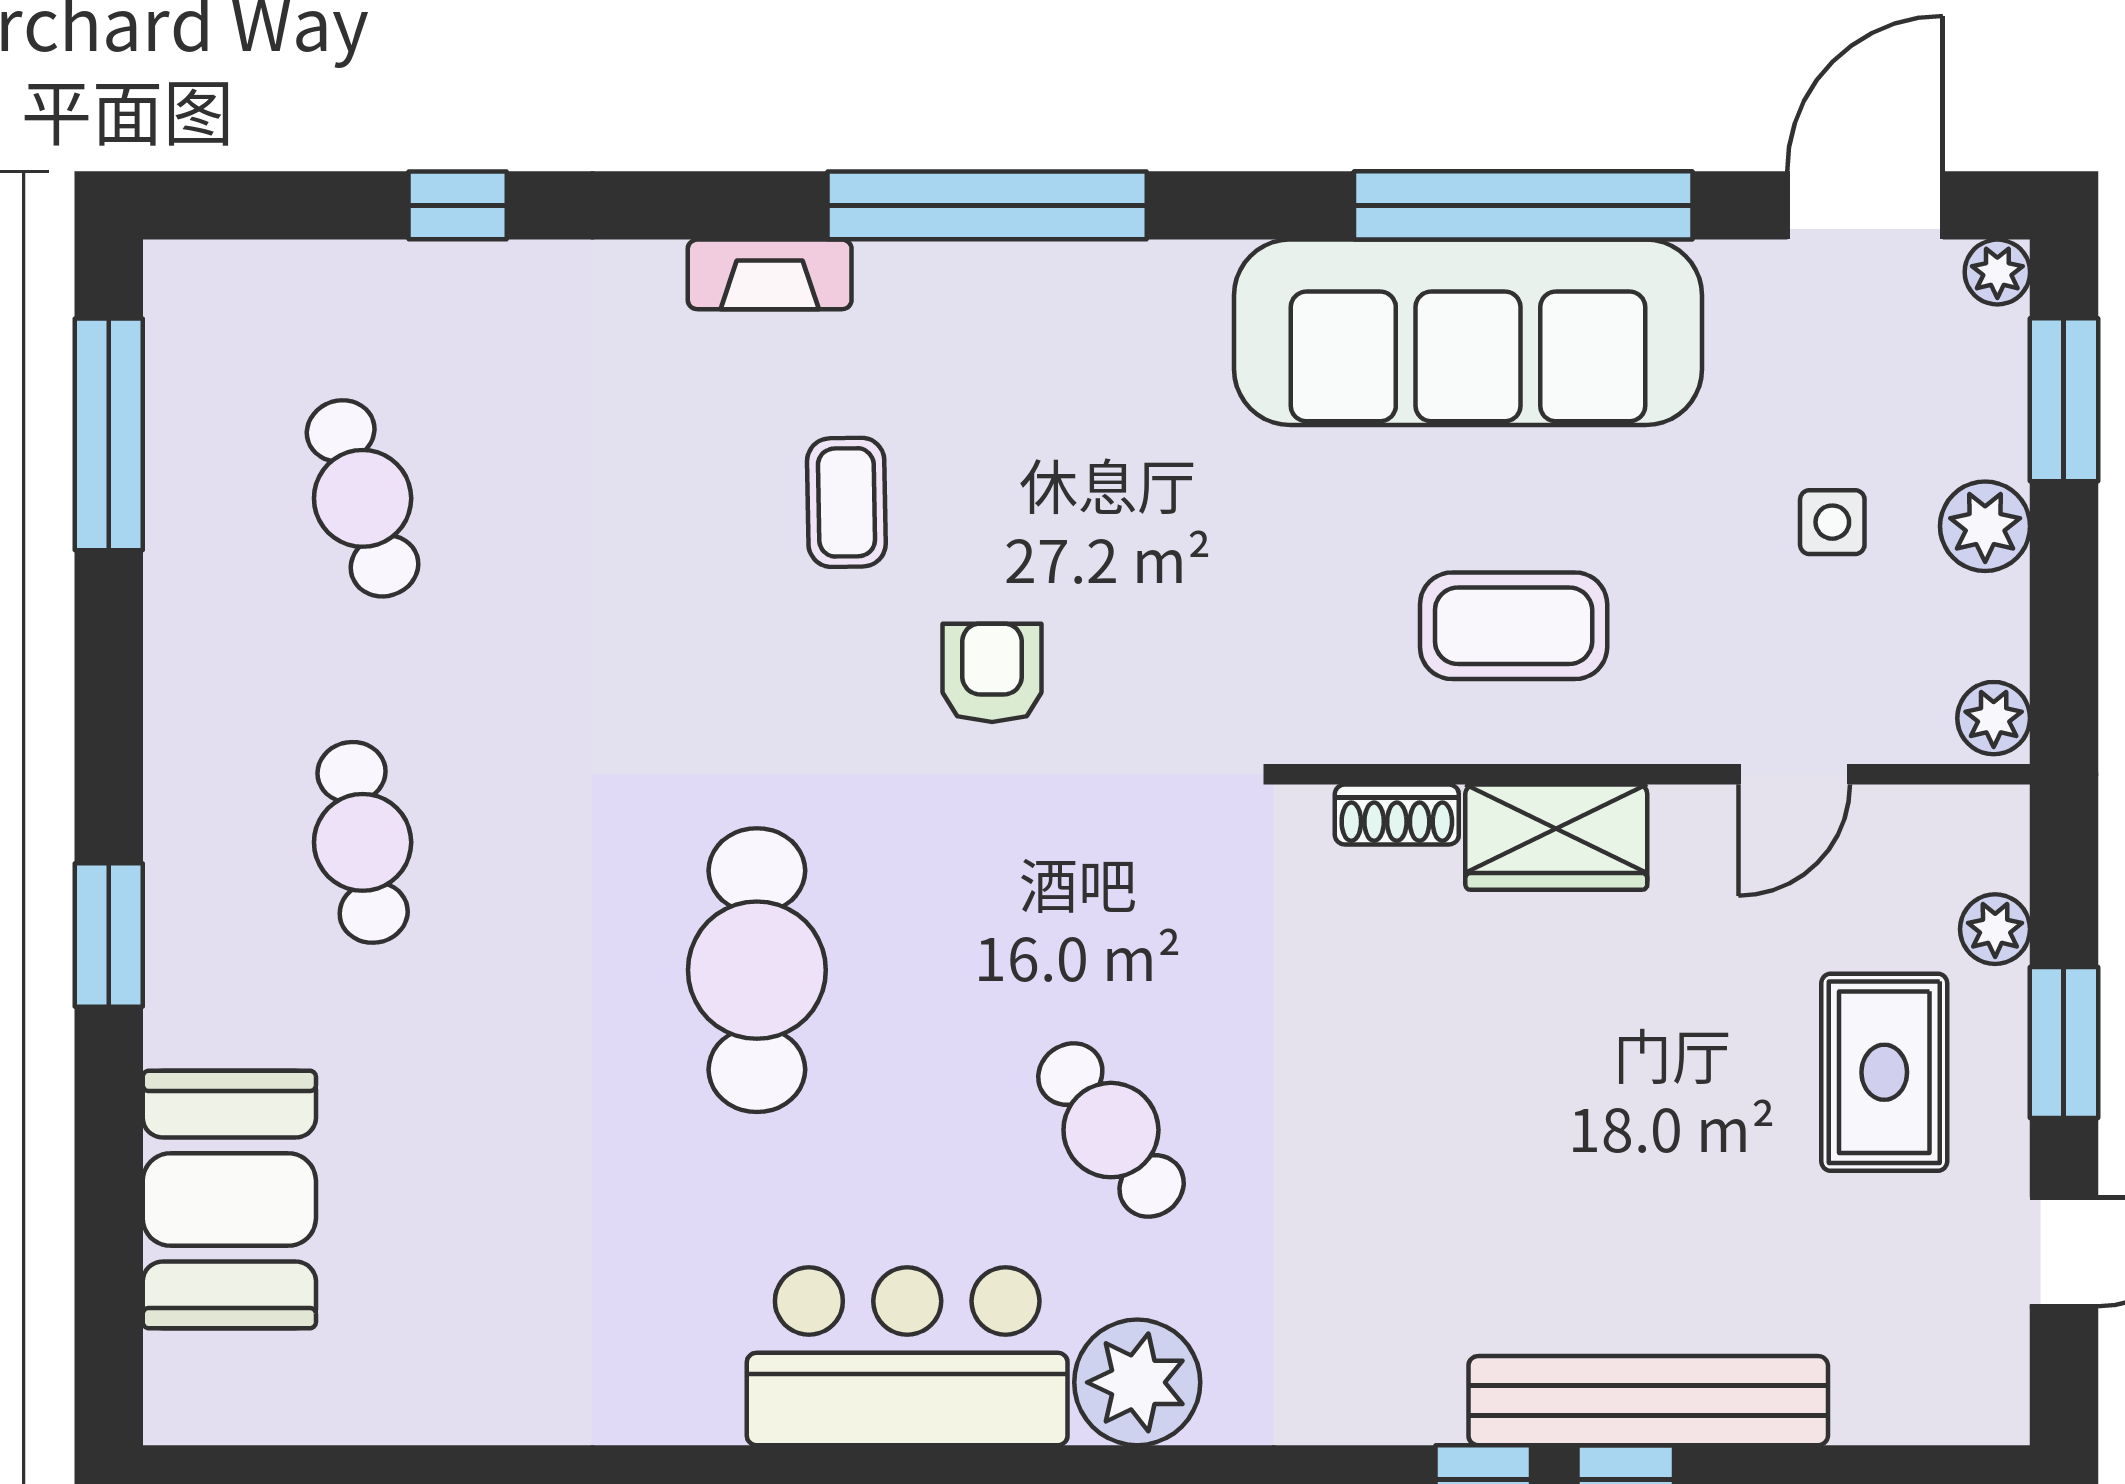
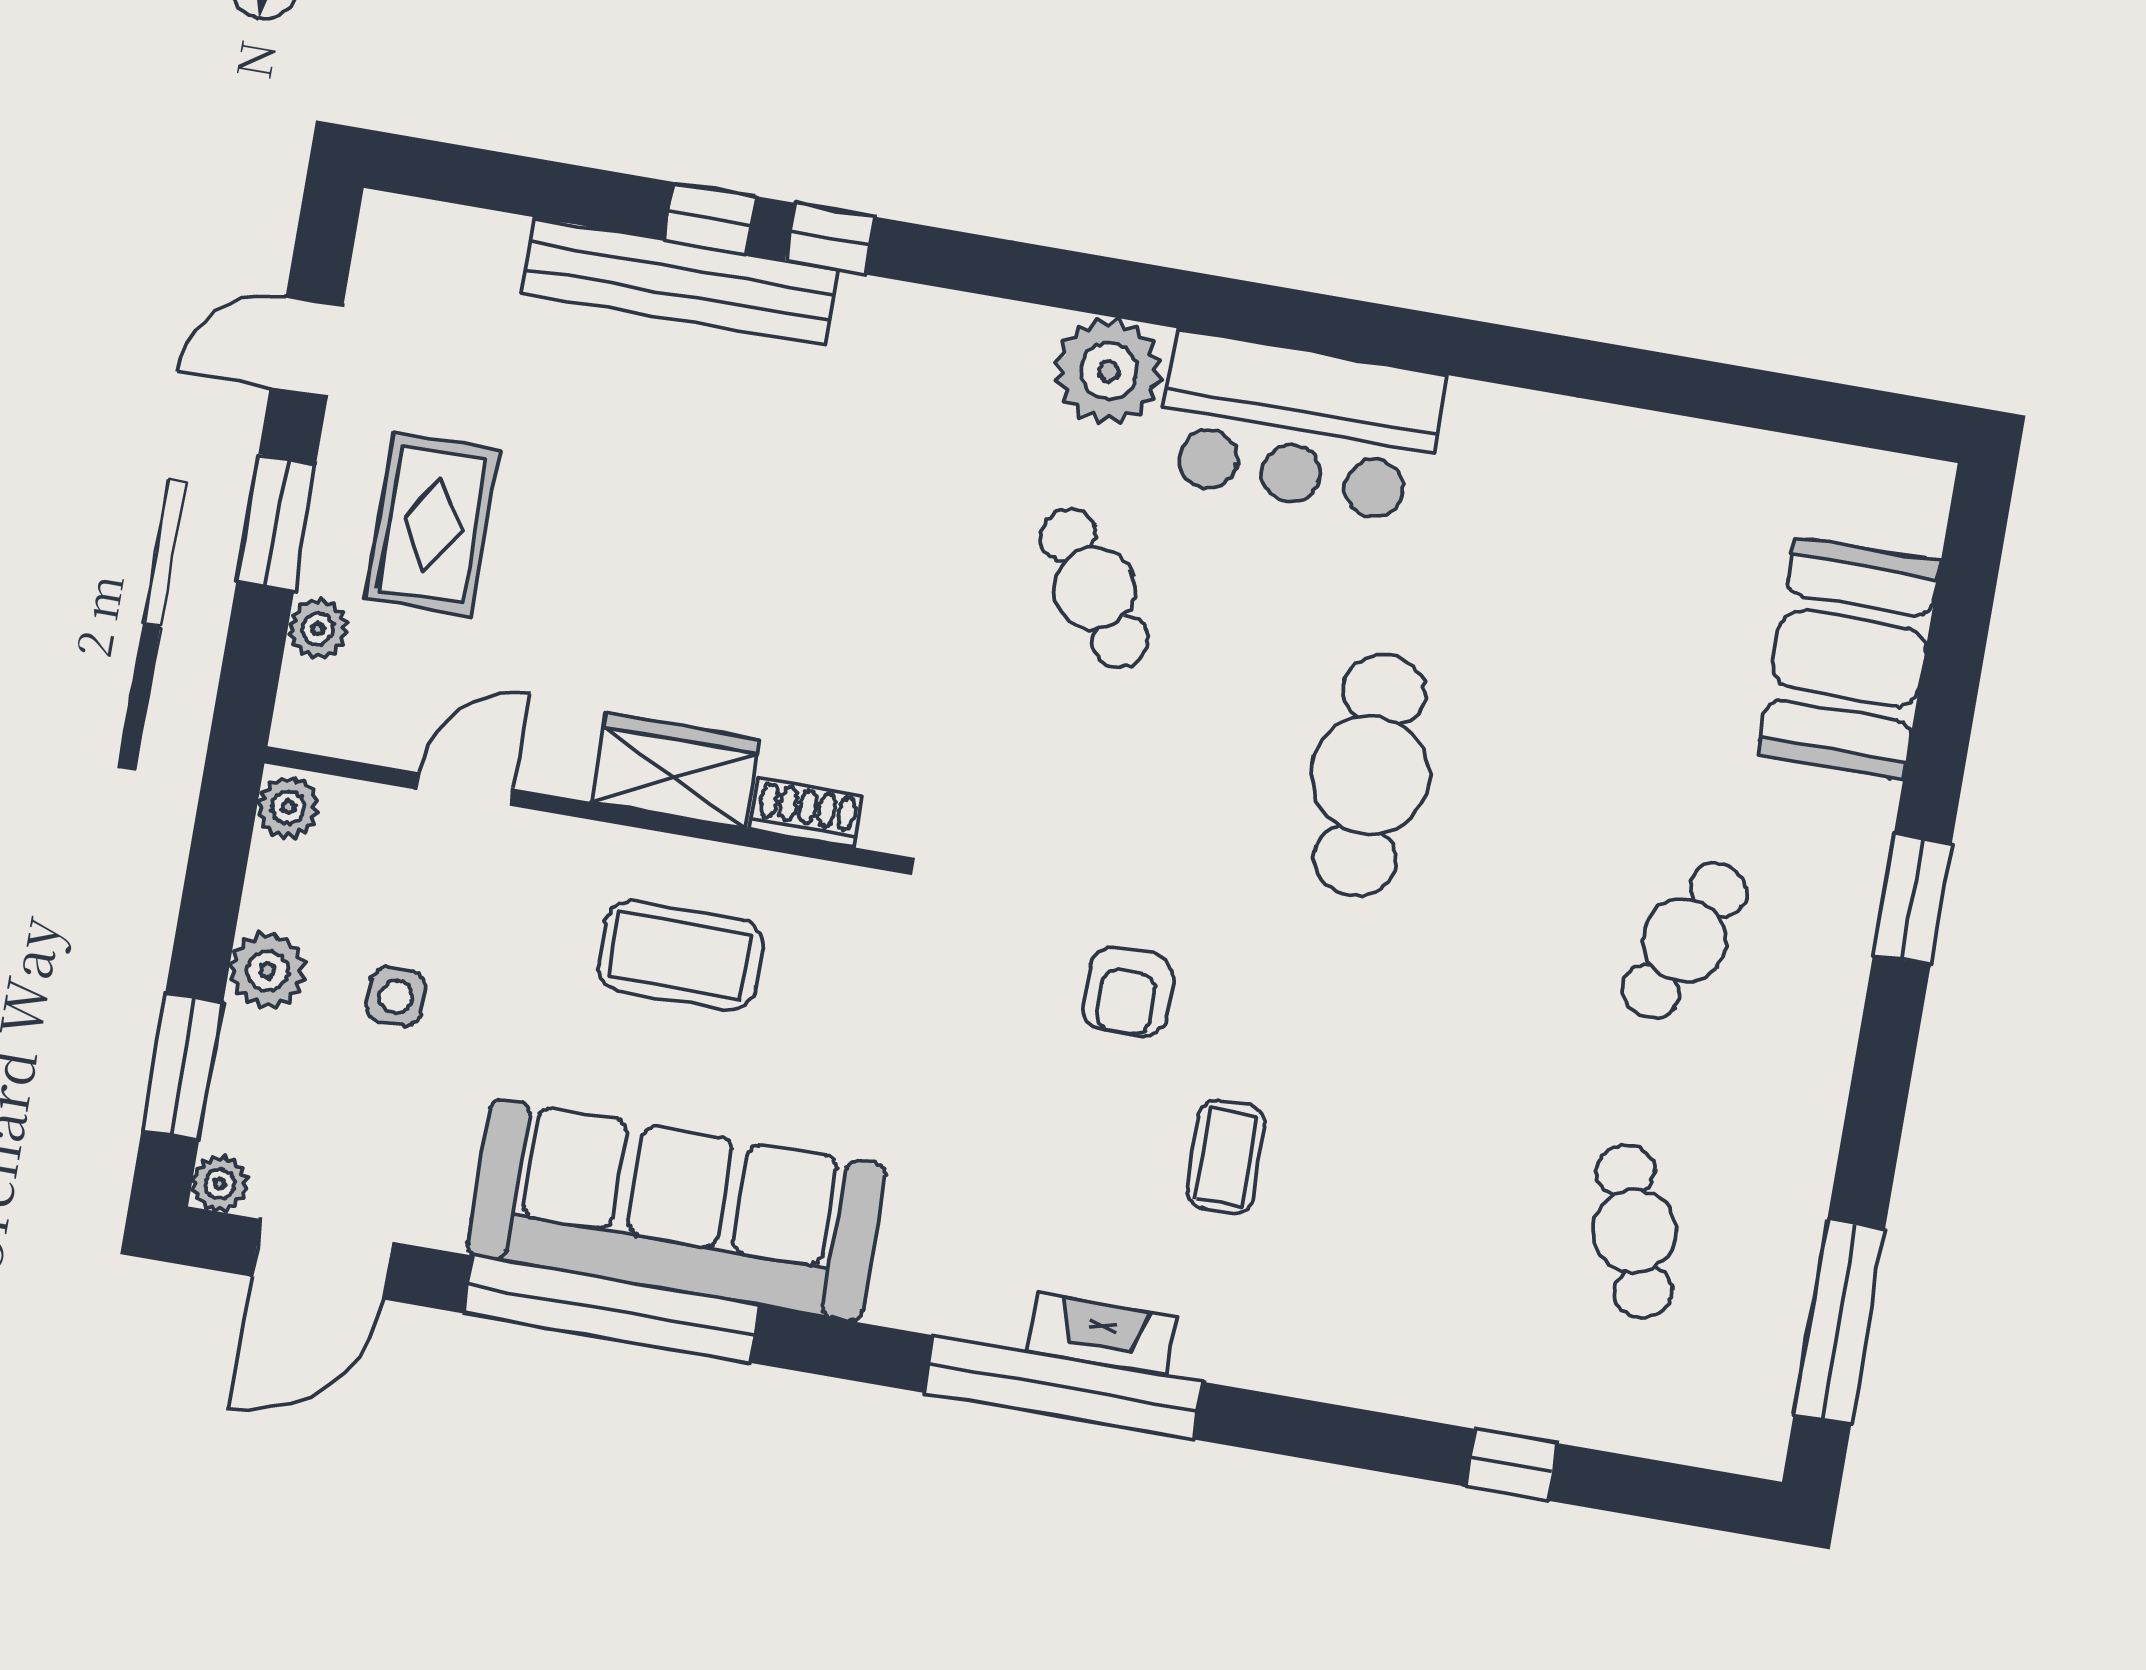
fireplace: (770, 274) -> (1102, 1334), moved
cafe table: (363, 842) -> (1684, 940), turned 33

